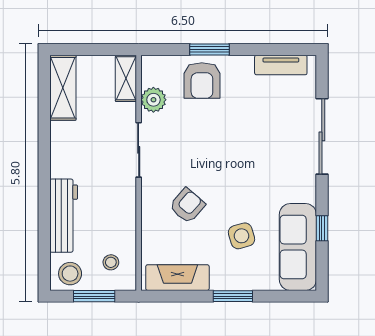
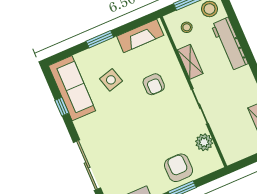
shelving: (126, 78) -> (190, 62), moved
armchair: (187, 206) -> (154, 84), turned -41

